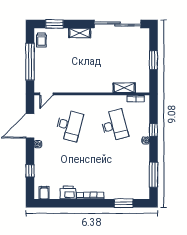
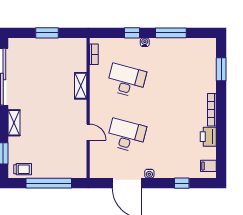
shelving: (124, 88) -> (81, 86), moved
door: (46, 94) -> (88, 132), moved
desk: (114, 125) -> (126, 81), turned 30
window: (153, 175) -> (171, 33), moved

